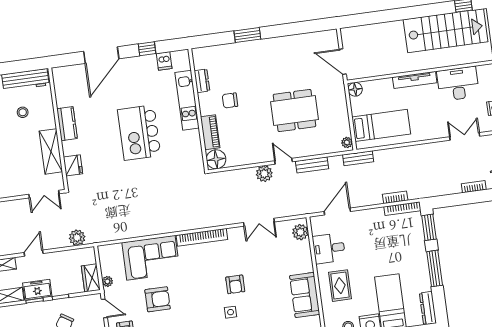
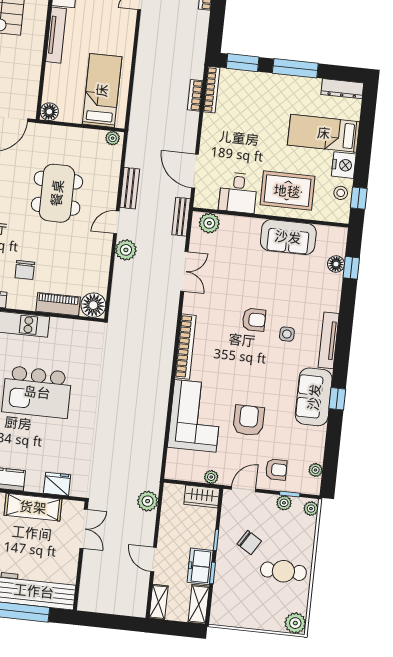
bench: (358, 158) -> (181, 217), moved
rug: (340, 286) -> (287, 191), width x1.36, depth x1.43

